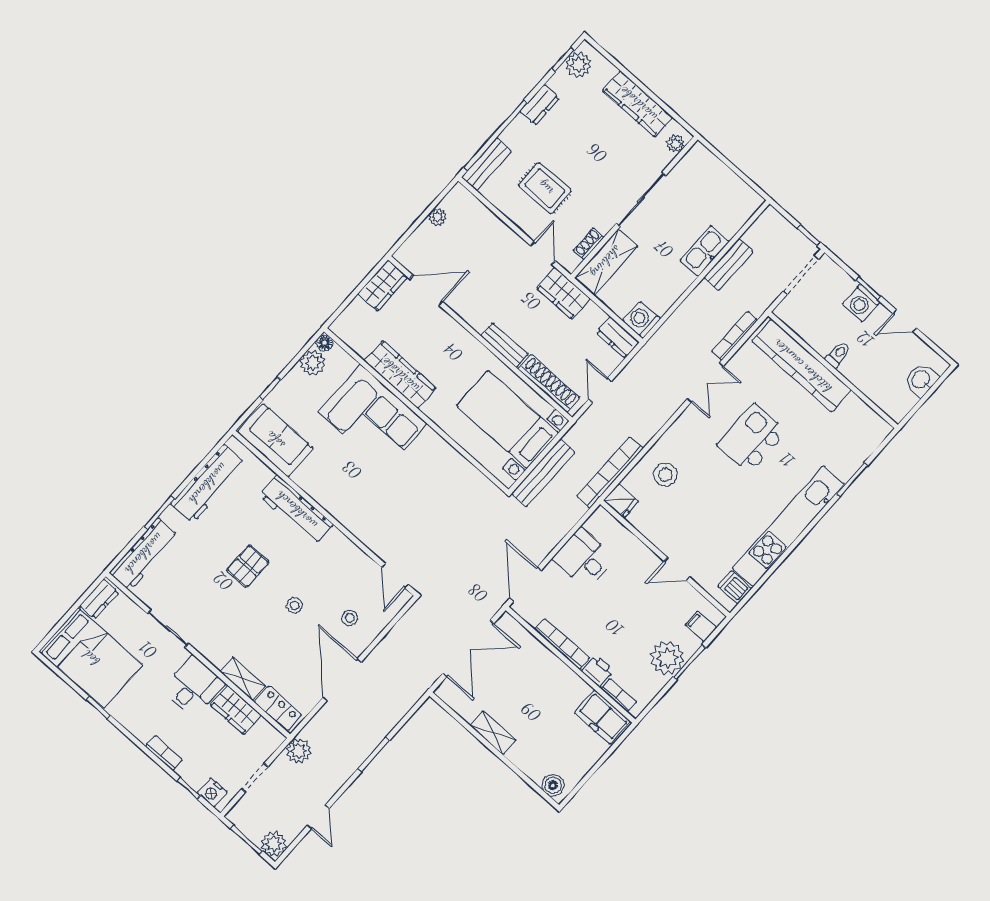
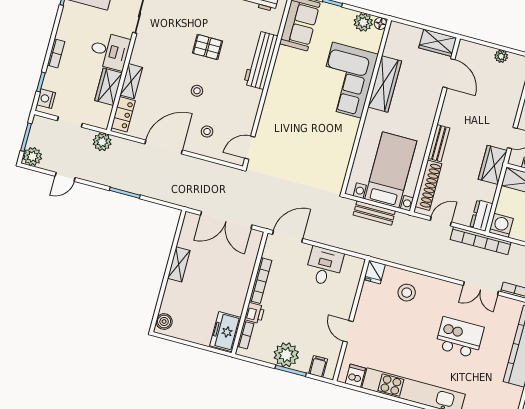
bookcase: (610, 472) -> (481, 241), moved, turned 180
bench: (543, 473) -> (374, 213), width x0.73

